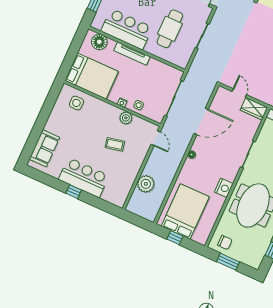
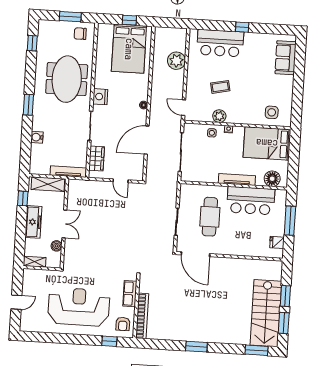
wardrobe: (254, 109) -> (97, 158), moved, turned 90
bar counter: (84, 178) -> (220, 43), moved
nightstand: (224, 188) -> (100, 97), moved

